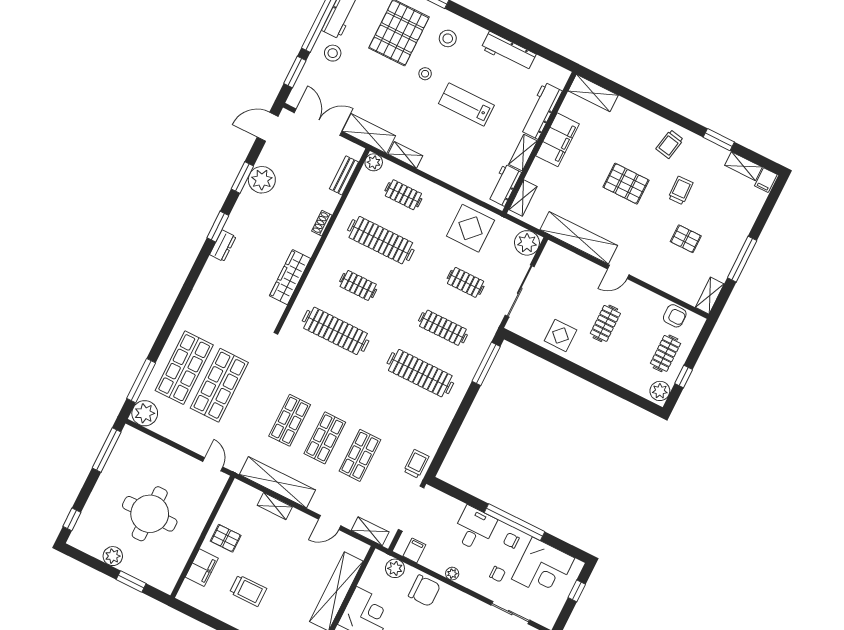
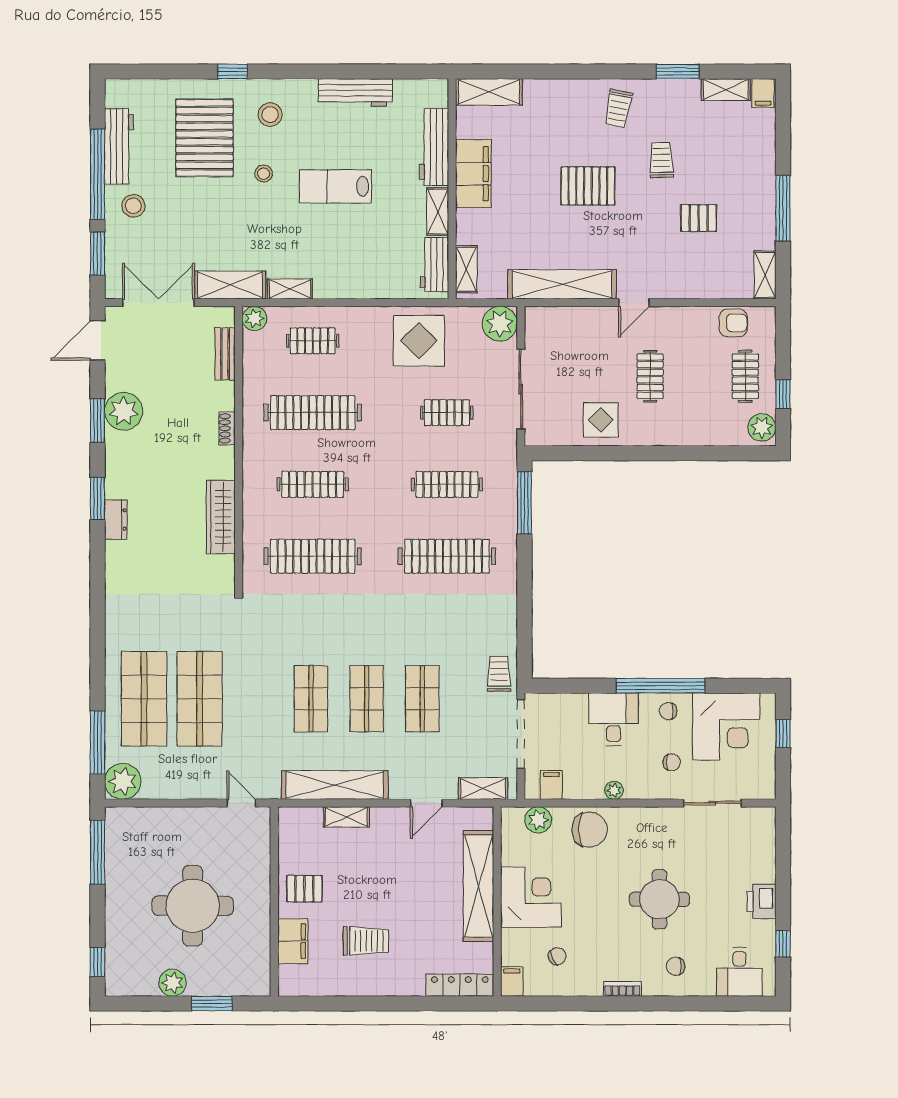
clothes rail: (358, 285) -> (313, 484), width x1.36

